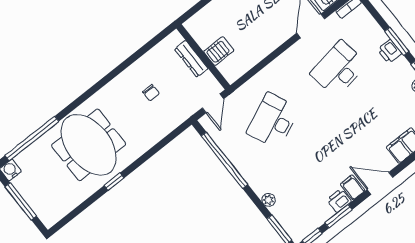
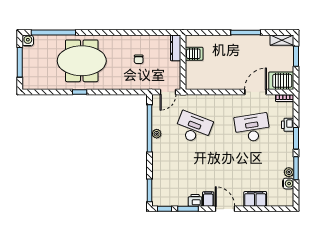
server rack: (219, 51) -> (194, 54), moved
printer: (390, 51) -> (288, 125), moved
dresser: (191, 59) -> (176, 48), moved
desk: (273, 121) -> (193, 128), turned 45
meeting table: (89, 145) -> (82, 61), turned 90
plant: (269, 200) -> (157, 134), moved

